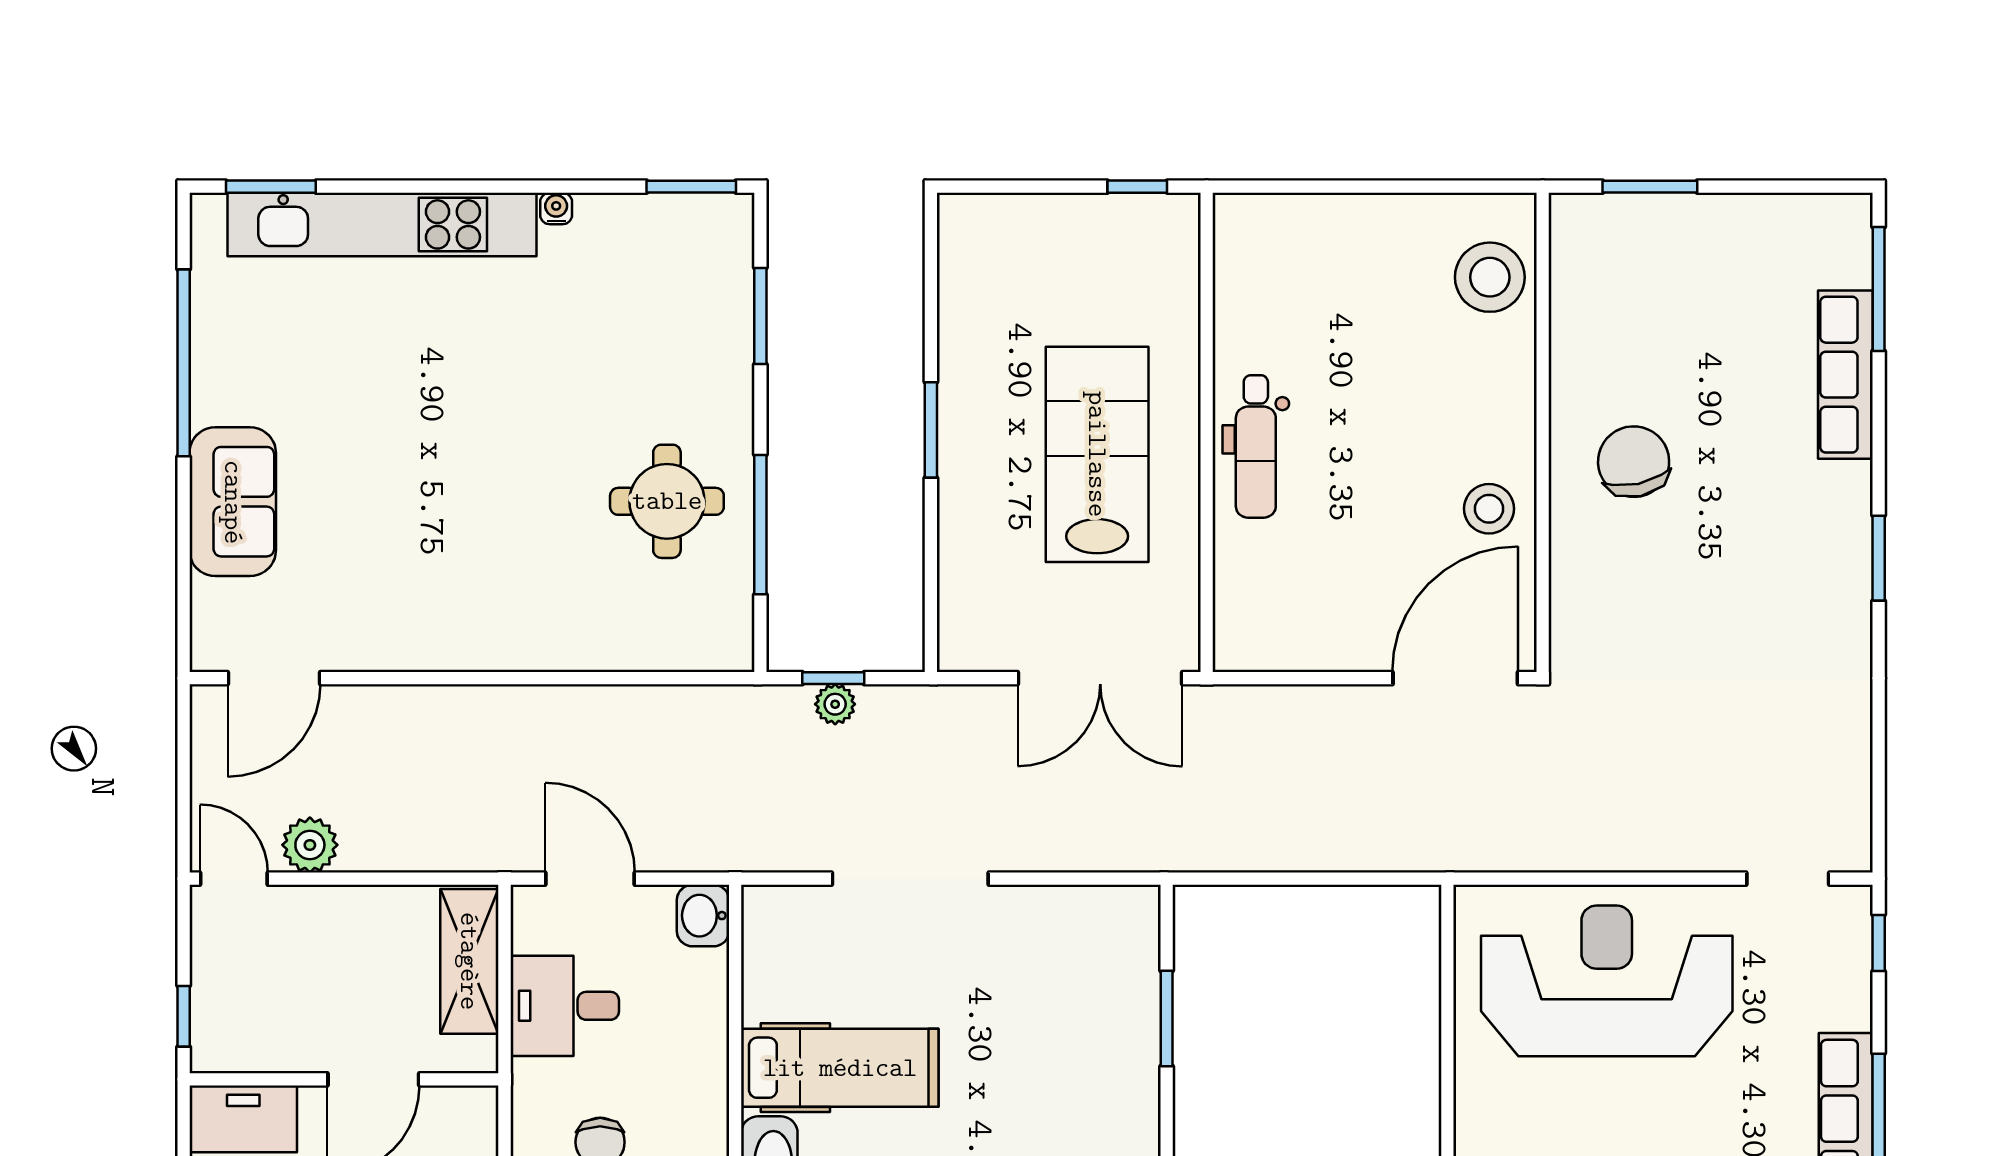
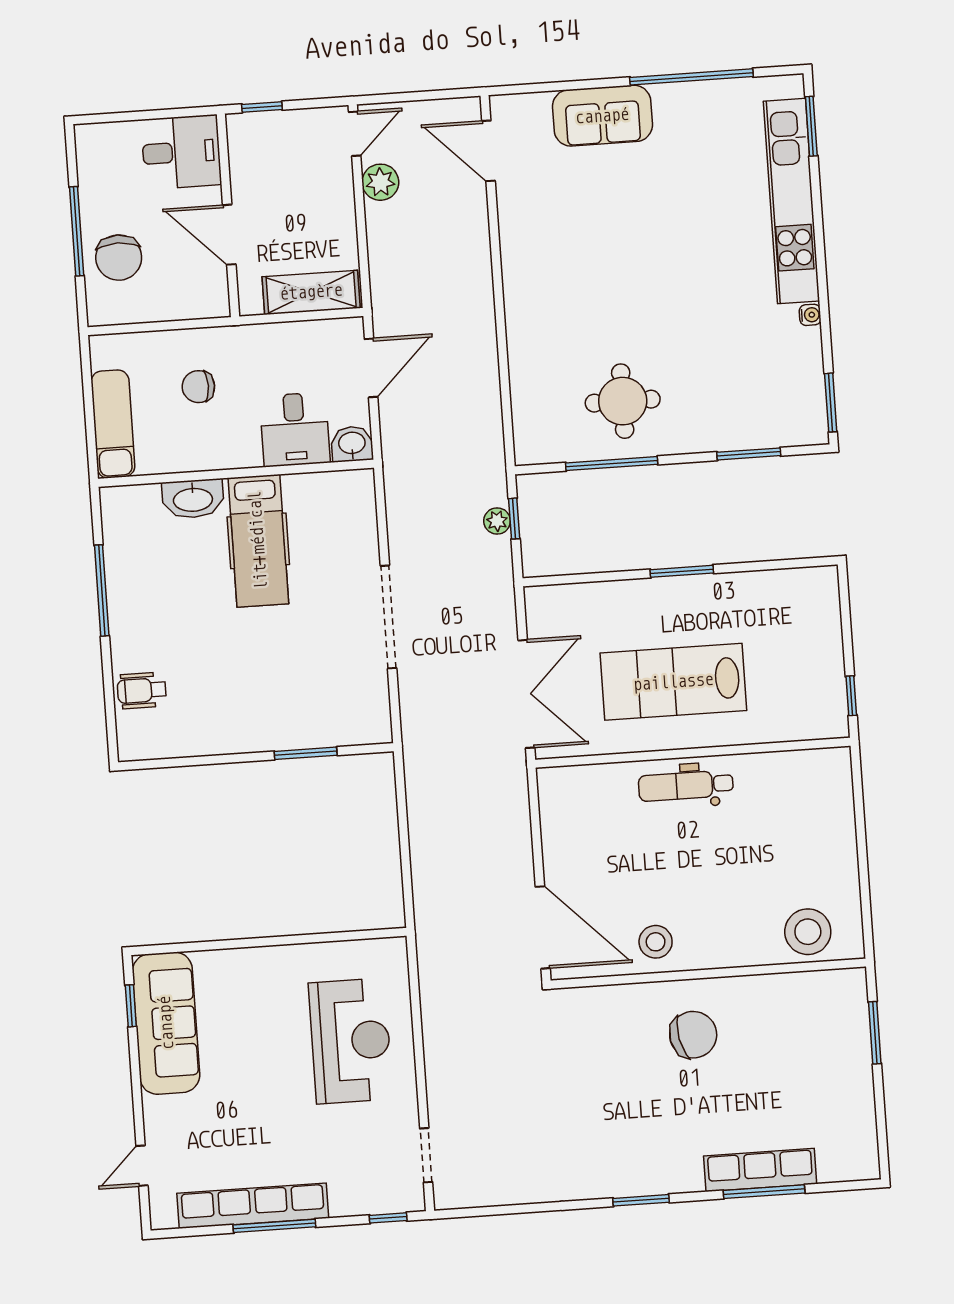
window: (1879, 289) -> (764, 1192), moved
lab bench: (1097, 454) -> (673, 682), turned 180
double door: (1100, 678) -> (526, 694), swing flipped
doorway: (910, 879) -> (388, 617), moved
reception desk: (1607, 981) -> (351, 1041), width x0.74, depth x0.77
desk: (565, 1006) -> (295, 429), moved, turned 180

